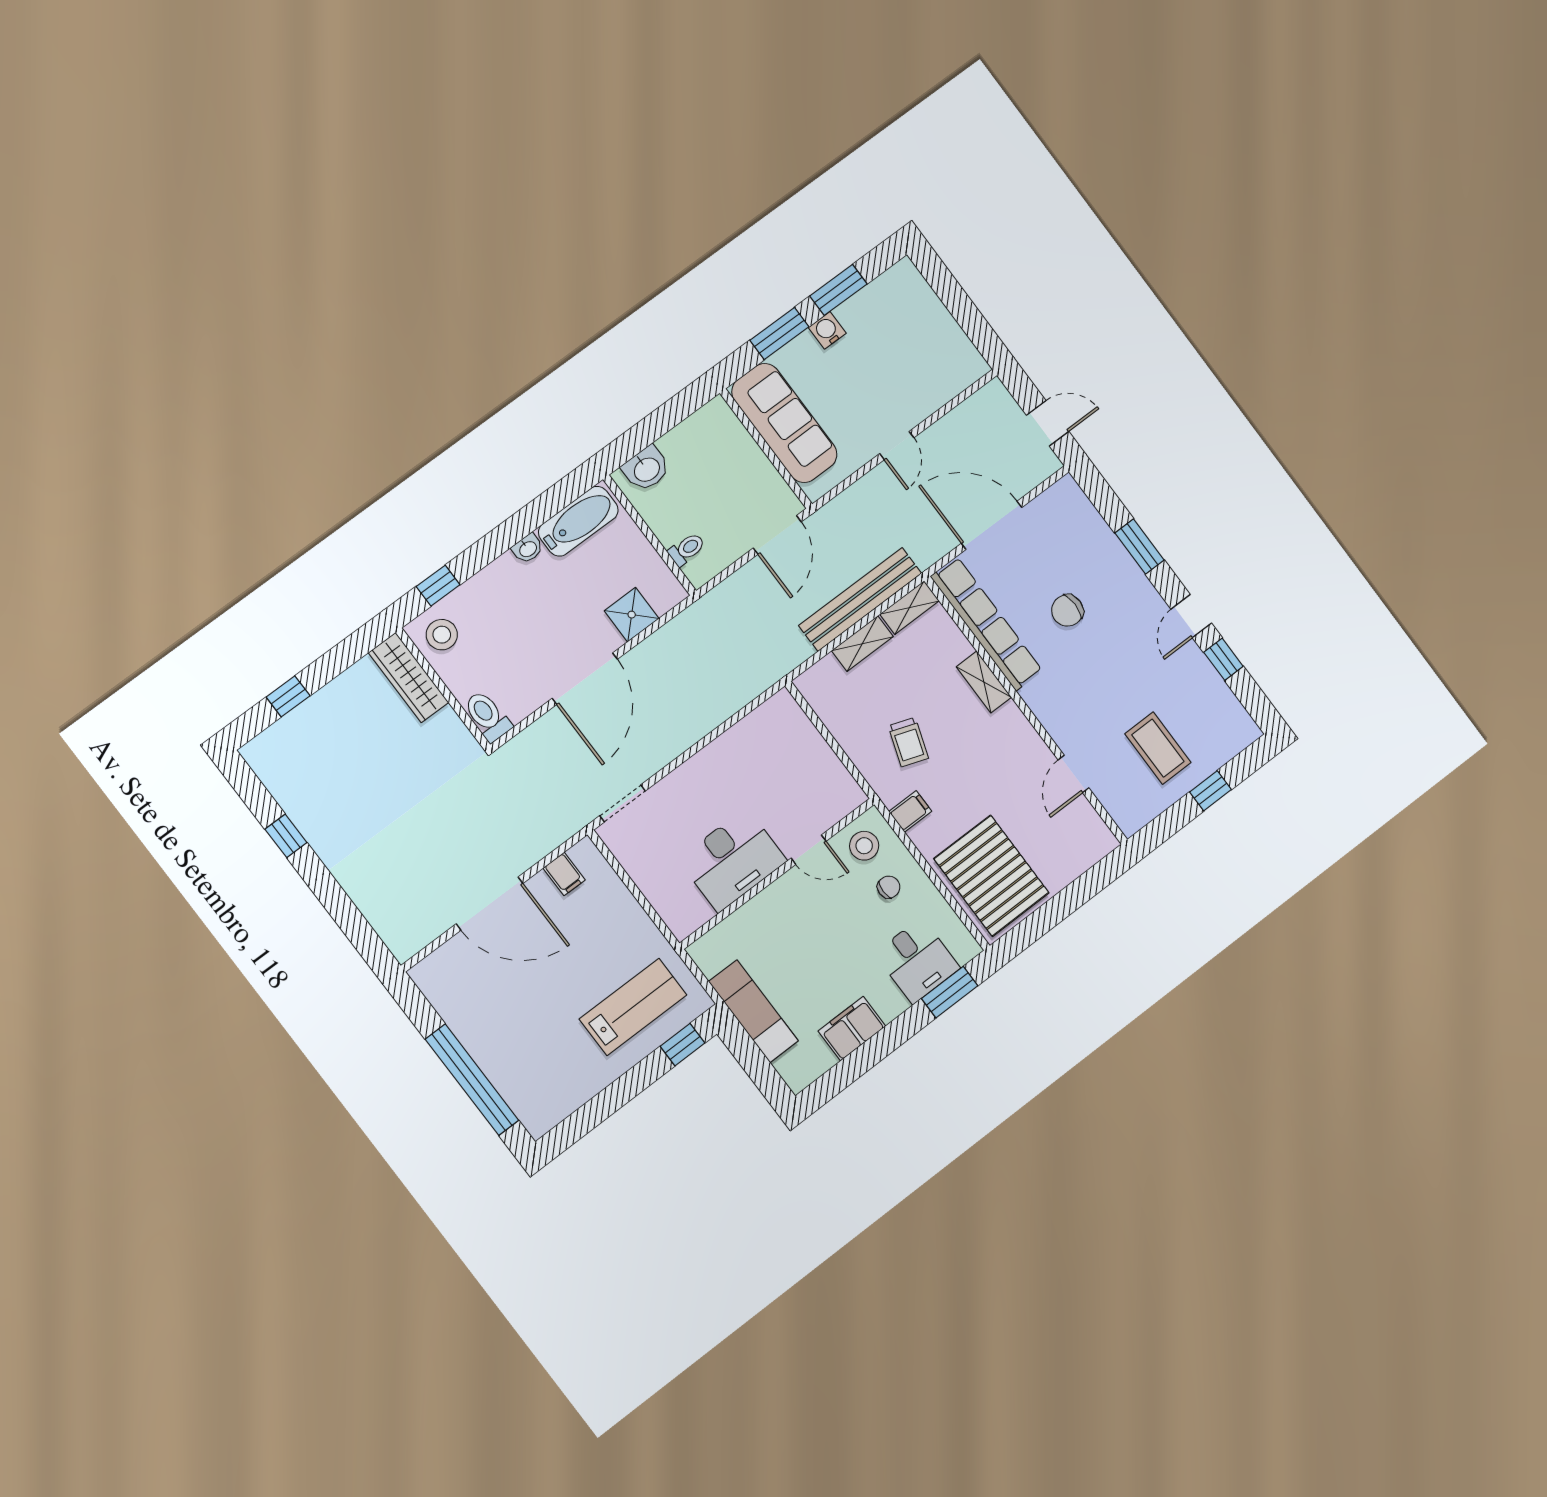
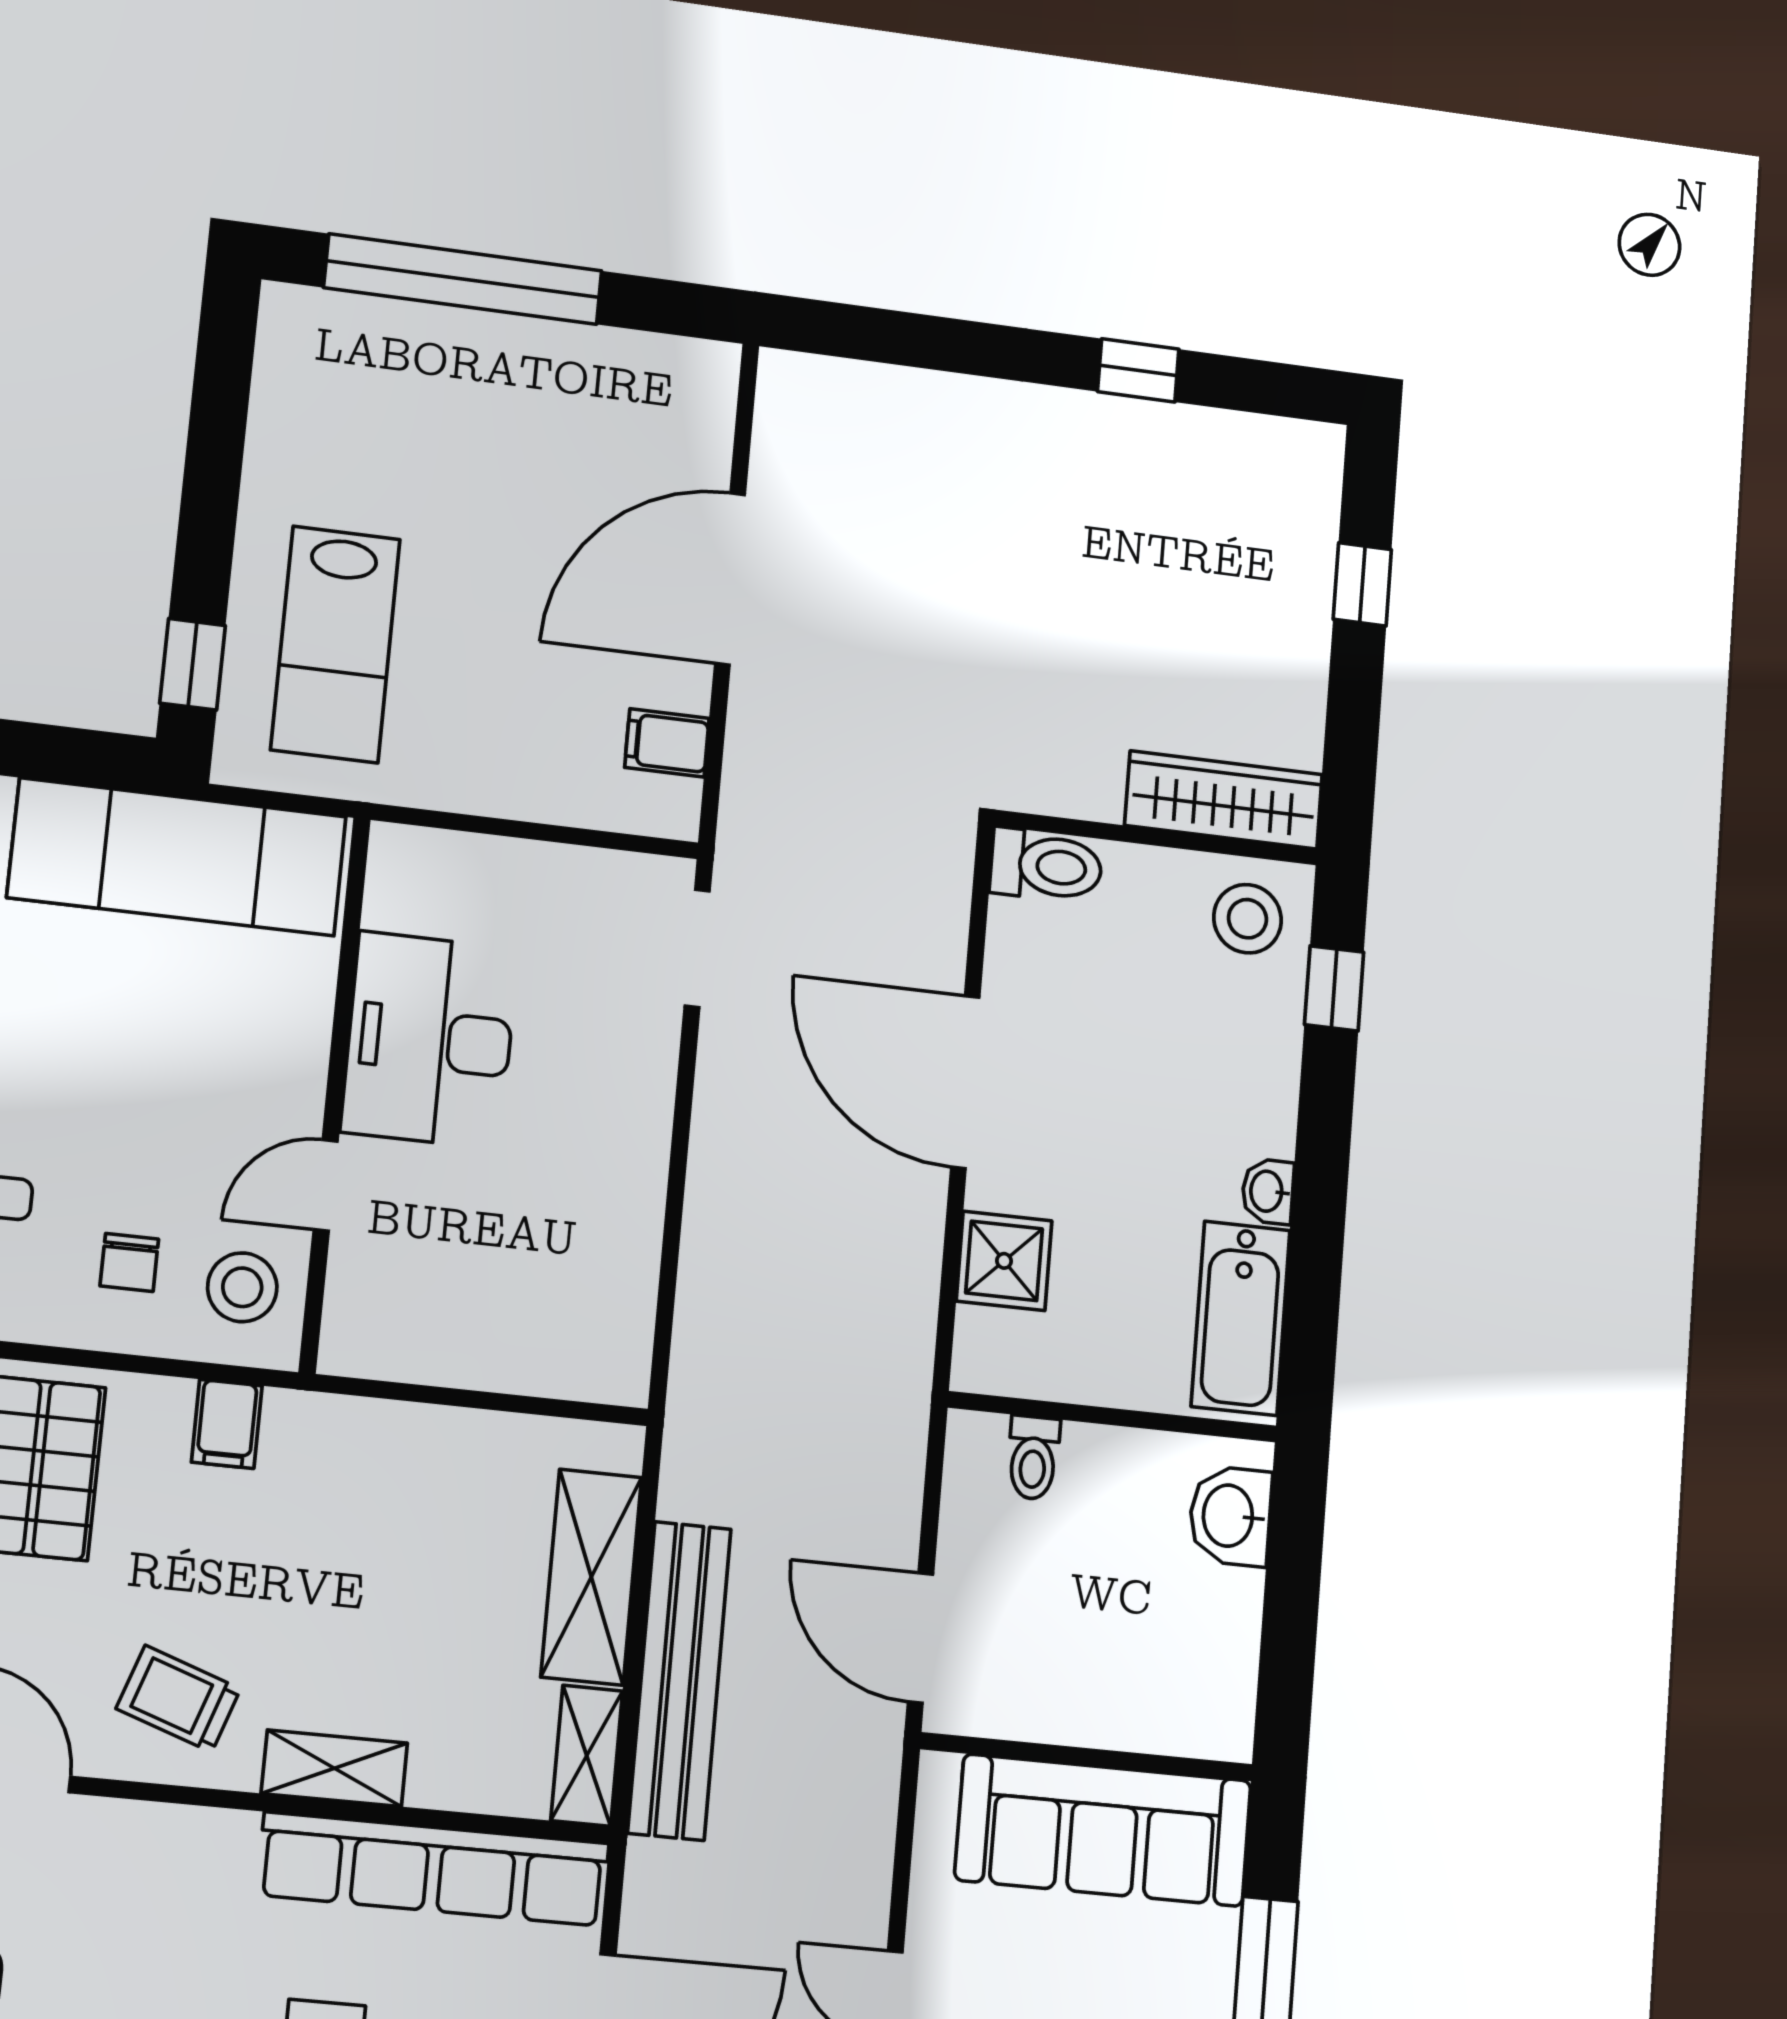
shelving: (862, 644) -> (591, 1577), width x1.50, depth x1.33
trolley: (908, 742) -> (178, 1699), moved
exam couch: (753, 1011) -> (177, 857), width x1.36, depth x1.45

